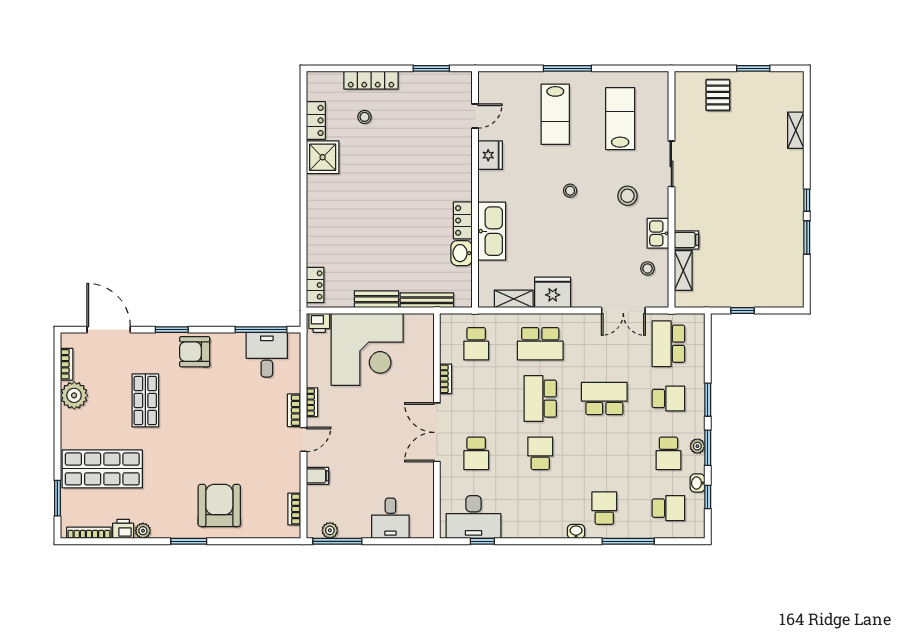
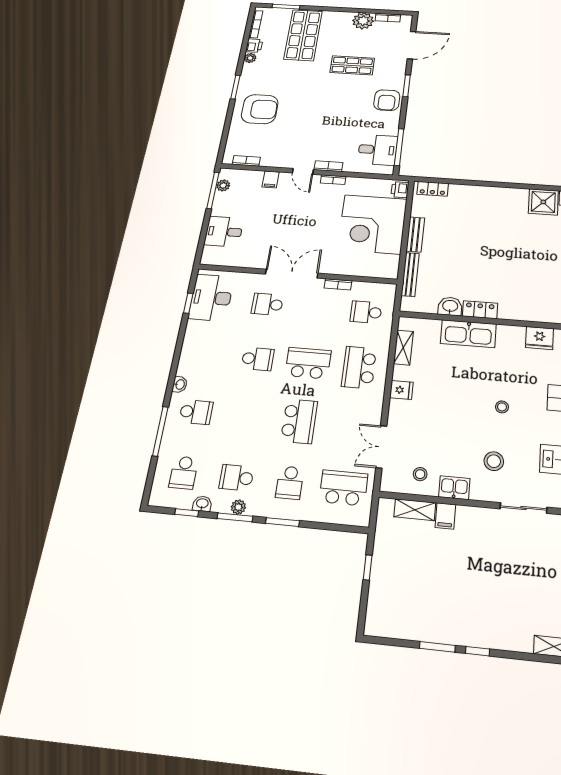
fridge: (553, 292) -> (401, 390), width x0.53, depth x0.75
armchair: (195, 352) -> (387, 100), turned 180

